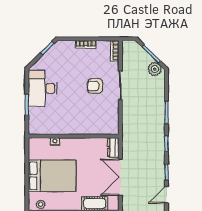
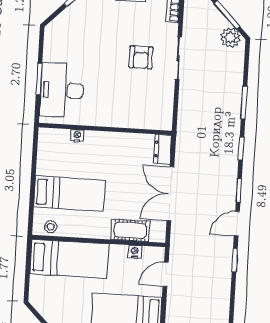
armchair: (95, 86) -> (141, 57), turned -90
desk: (43, 88) -> (62, 90), moved
bed: (52, 176) -> (69, 193), width x0.67

